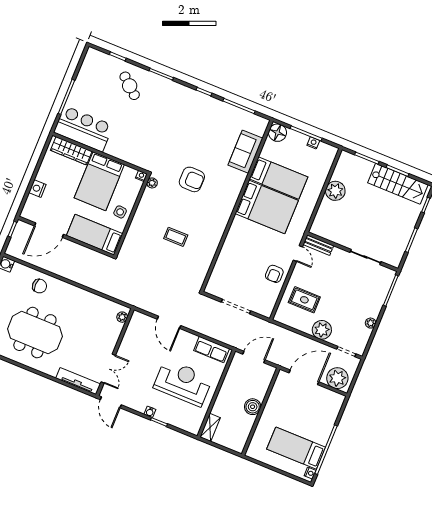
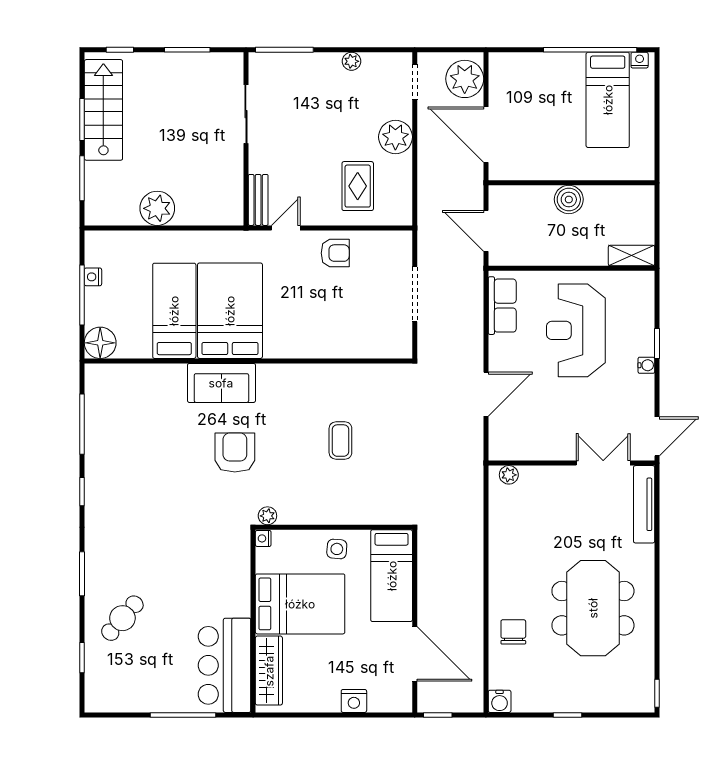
sofa: (245, 152) -> (221, 383), moved

